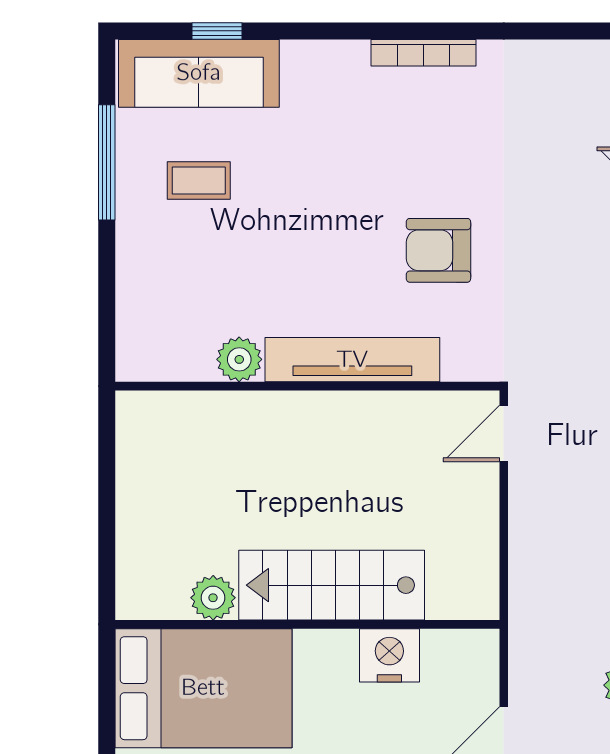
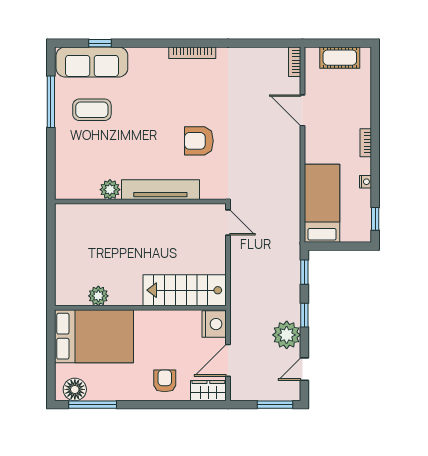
coffee table: (199, 180) -> (92, 110), width x1.36, depth x1.30
door: (504, 433) -> (228, 223), swing flipped
stairs: (332, 585) -> (185, 290), moved
nightstand: (389, 655) -> (214, 324), moved, turned 90

